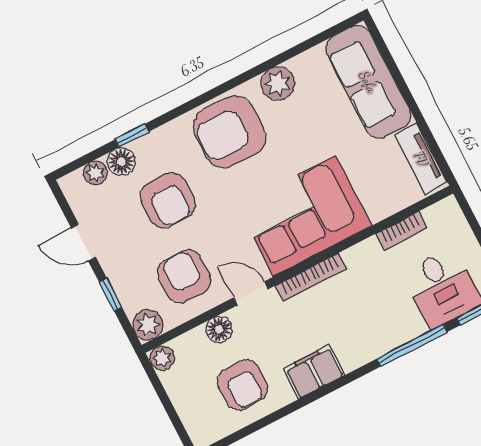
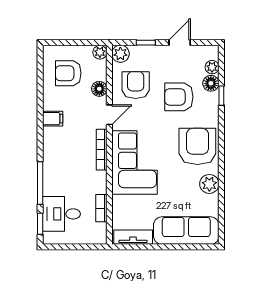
armchair: (184, 276) -> (136, 85), turned -90
filing cabinet: (314, 372) -> (53, 119), width x0.50
armchair: (242, 385) -> (68, 73), moved

